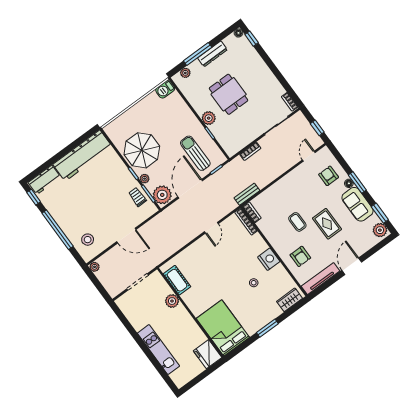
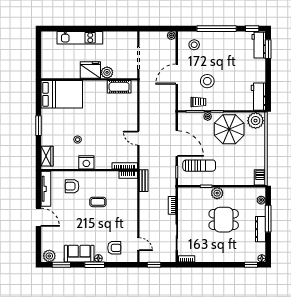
workbench: (83, 156) -> (258, 97), width x0.53, depth x0.76
window: (42, 168) -> (268, 49), added
plant: (162, 195) -> (256, 121), moved
stool: (112, 203) -> (207, 81), added
rug: (327, 224) -> (81, 222), removed
fridge: (207, 354) -> (90, 70), moved

